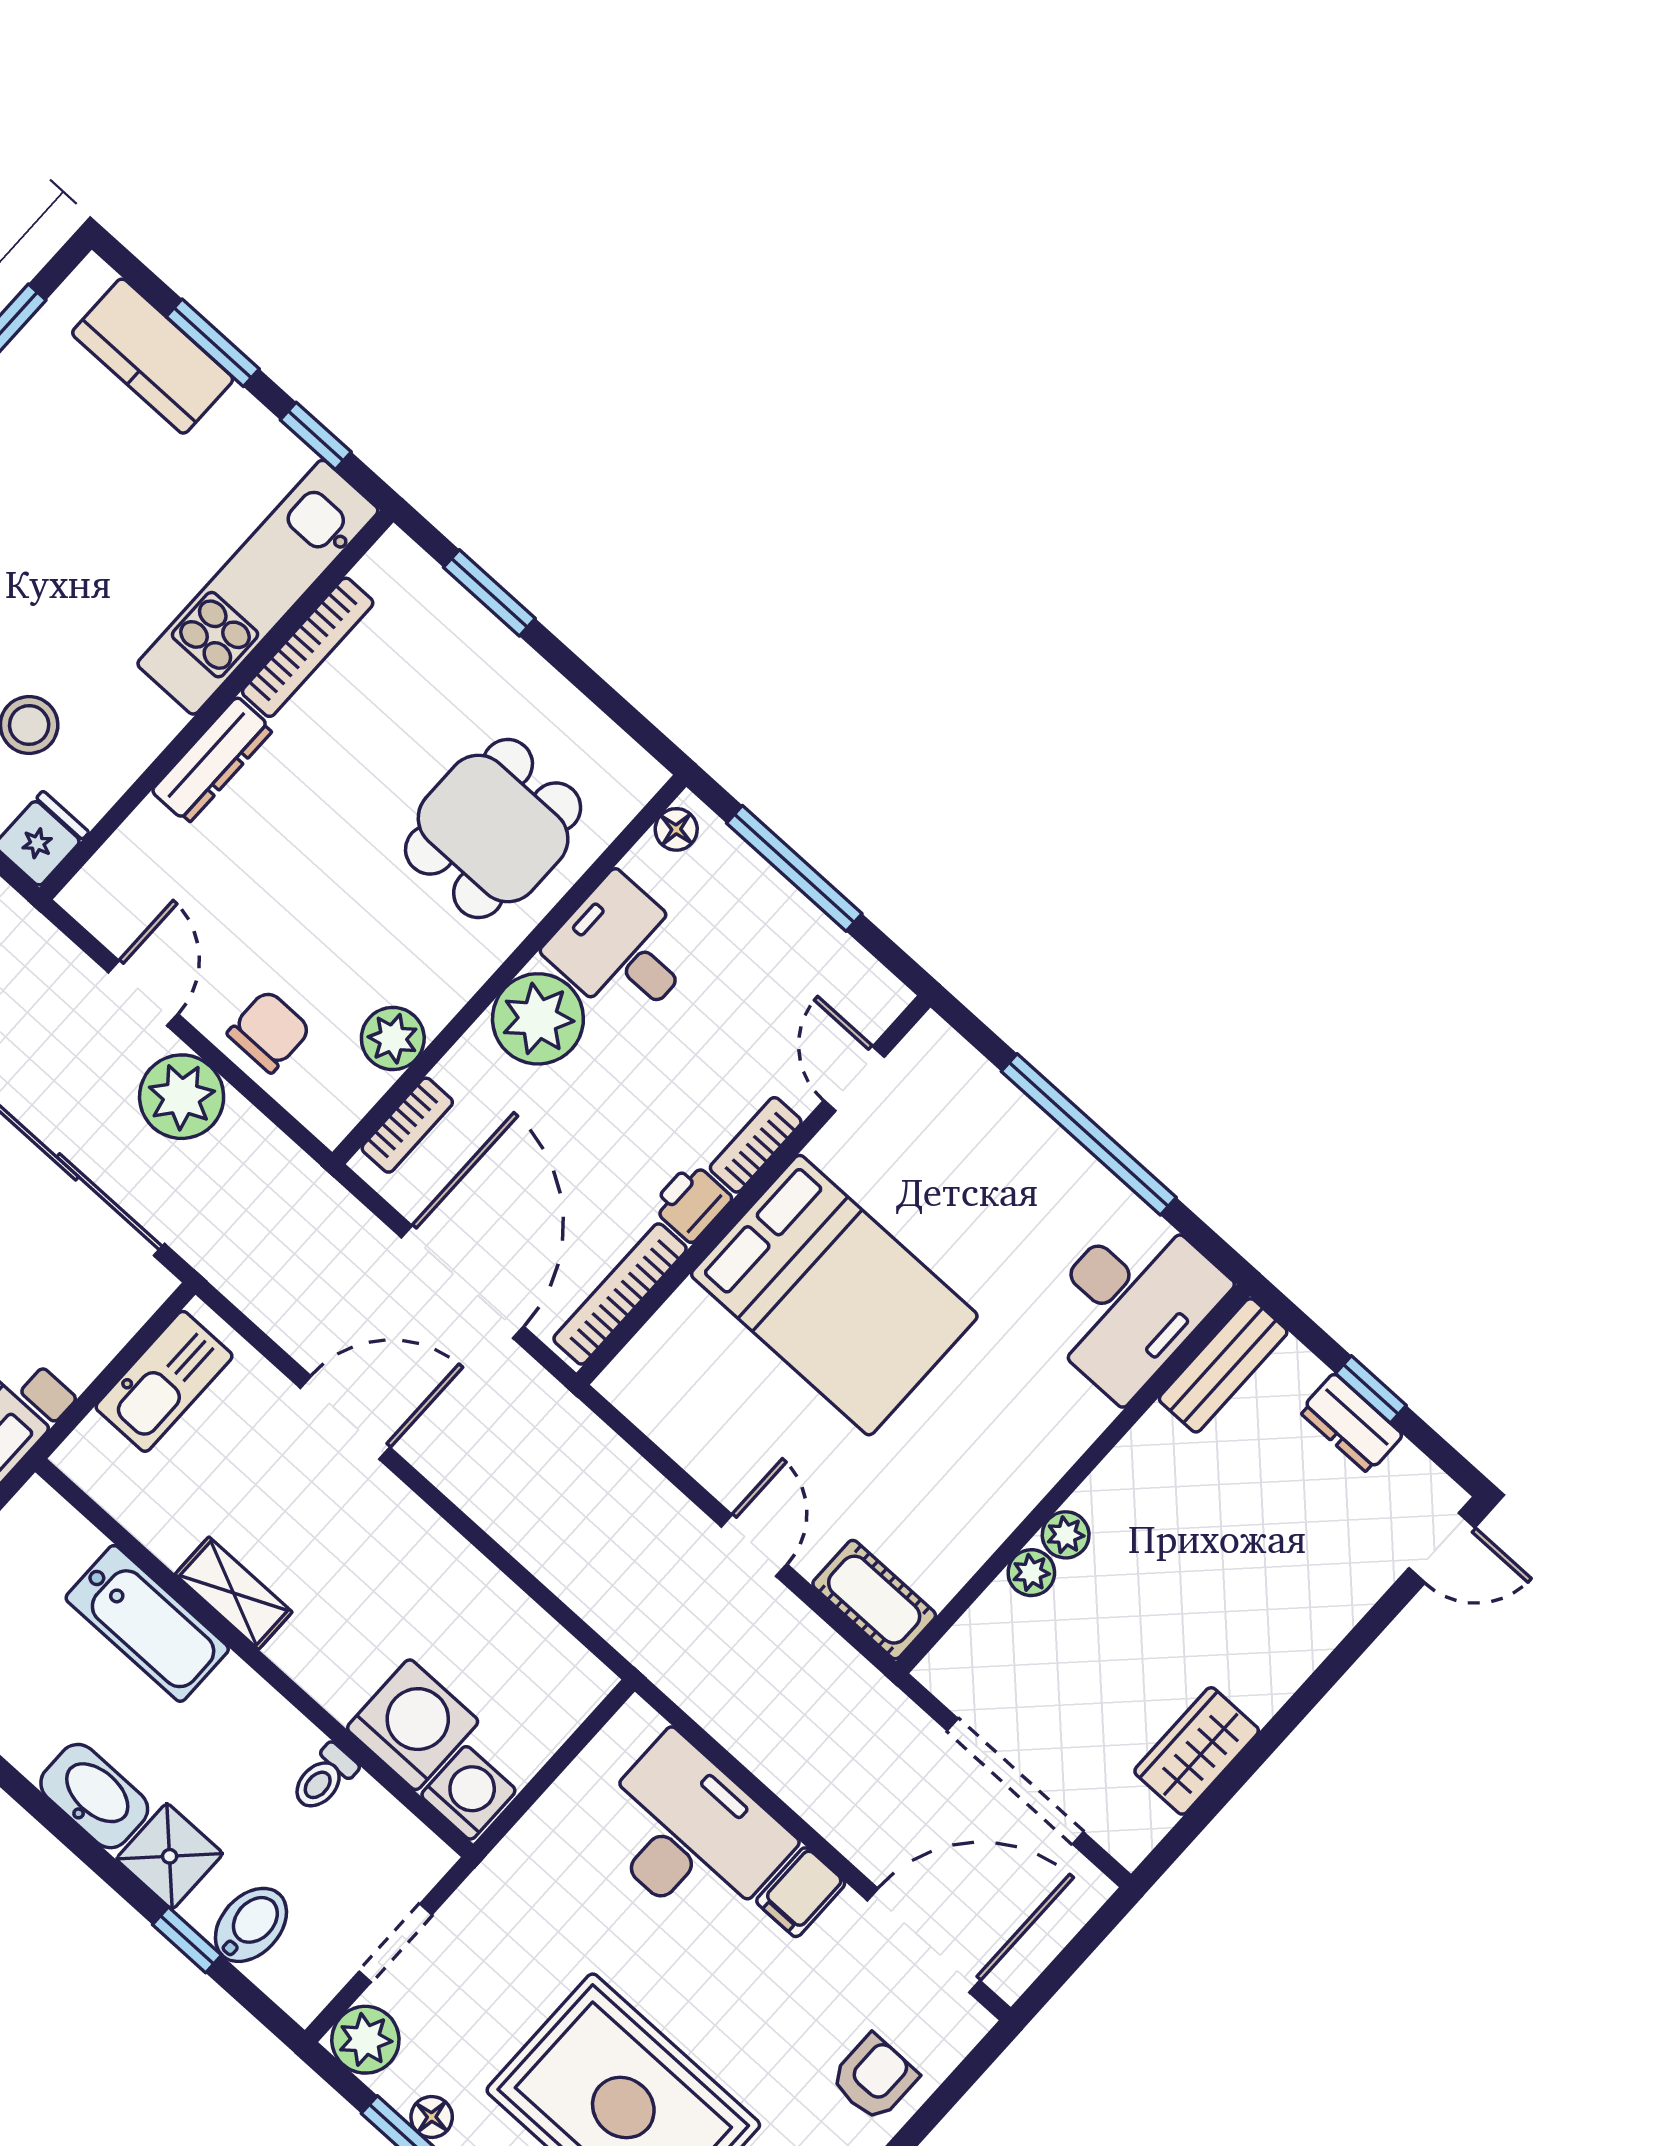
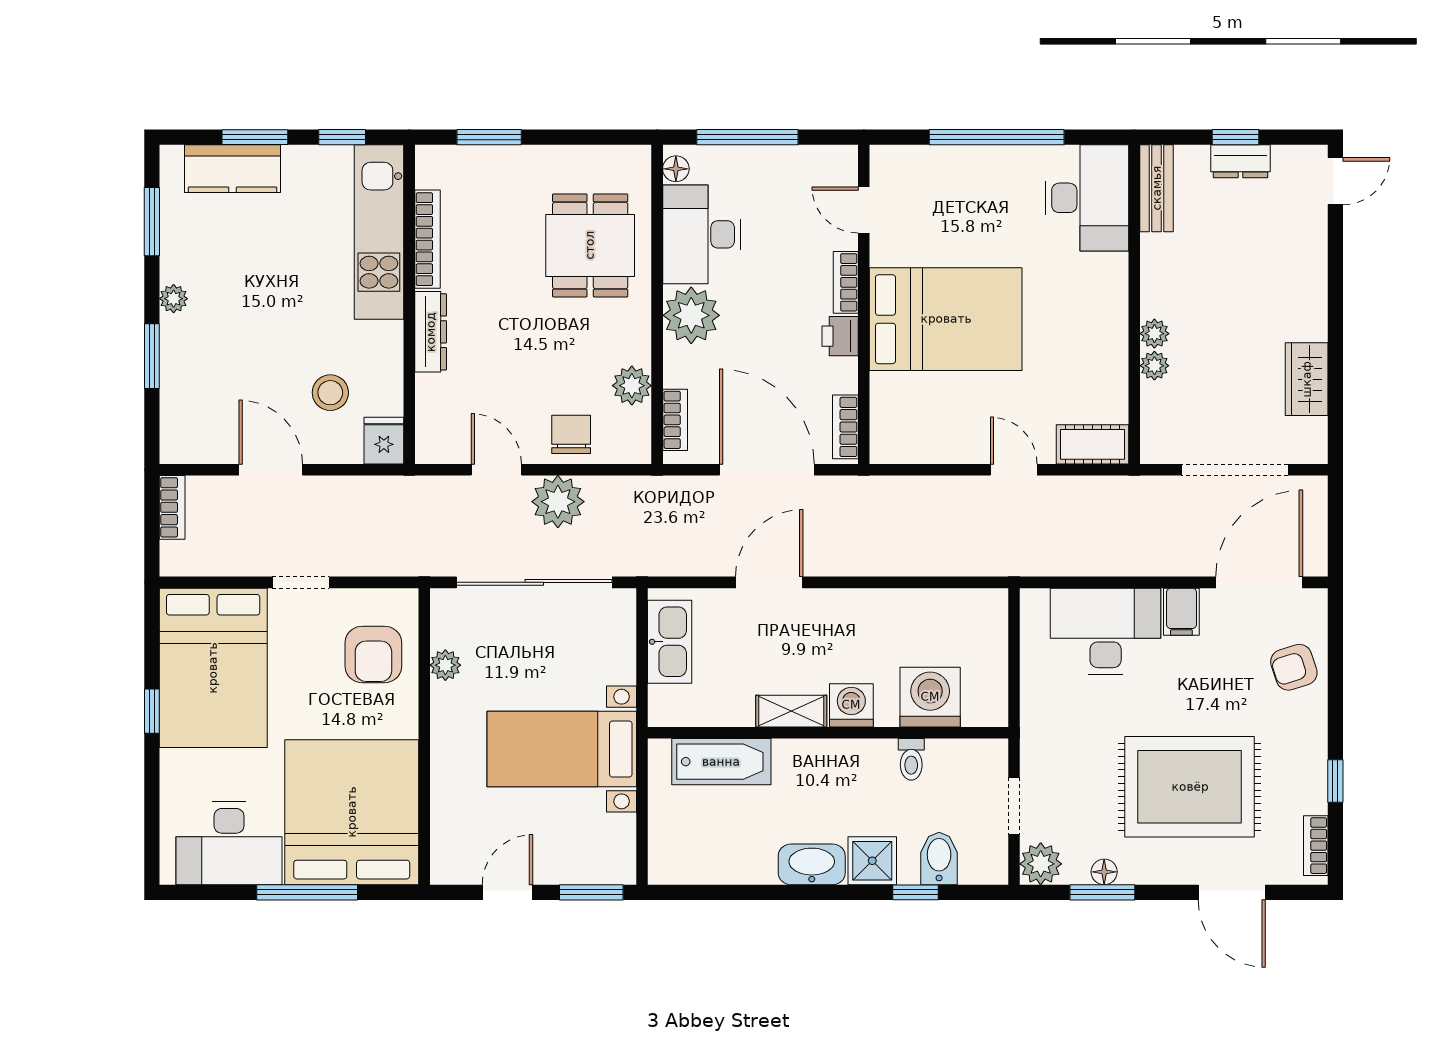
desk: (622, 950) -> (702, 234), width x1.37
bookcase: (620, 1294) -> (845, 427), width x0.64
bathtub: (147, 1623) -> (721, 762), moved
washing machine: (468, 1793) -> (851, 705), moved
armchair: (874, 2078) -> (1294, 667), turned -108

